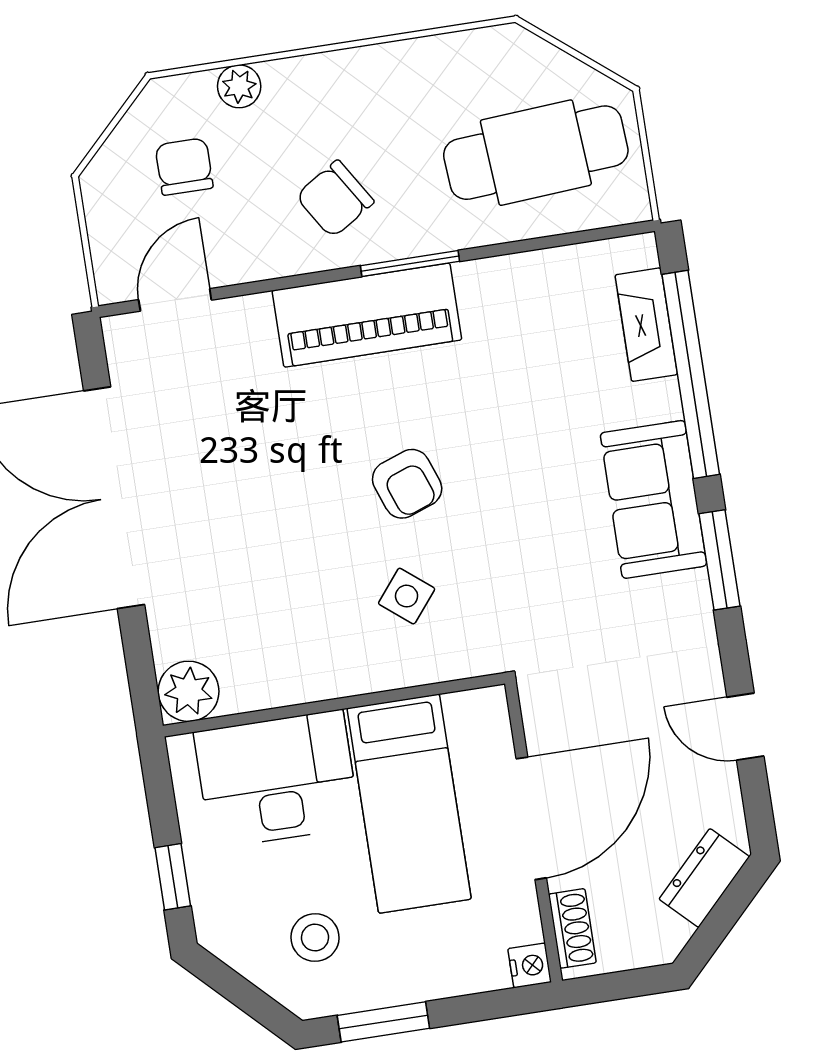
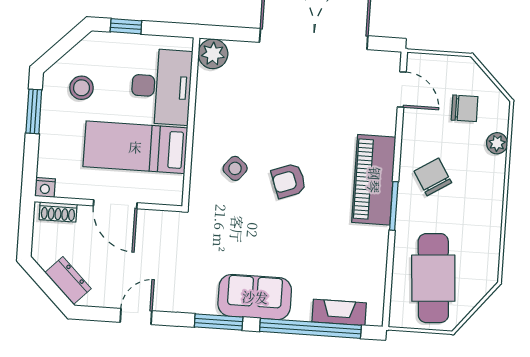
door: (531, 818) -> (115, 204), width x0.73

